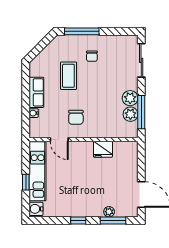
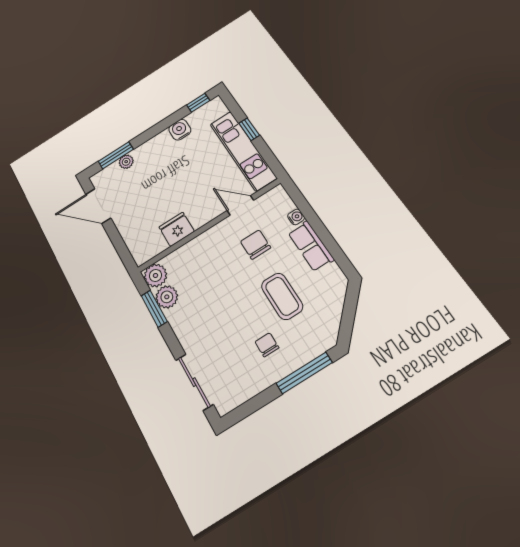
plant: (130, 98) -> (155, 275), moved
window: (141, 112) -> (154, 309), width x0.69
chair: (76, 117) -> (256, 245), moved
water cooler: (36, 209) -> (180, 130), moved, turned -90
window: (78, 220) -> (198, 103), moved

